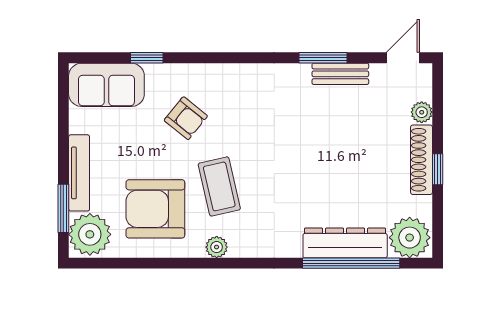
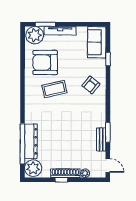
armchair: (186, 118) -> (91, 85), moved
armchair: (155, 209) -> (45, 63), turned -90
plant: (217, 247) -> (29, 88), removed

